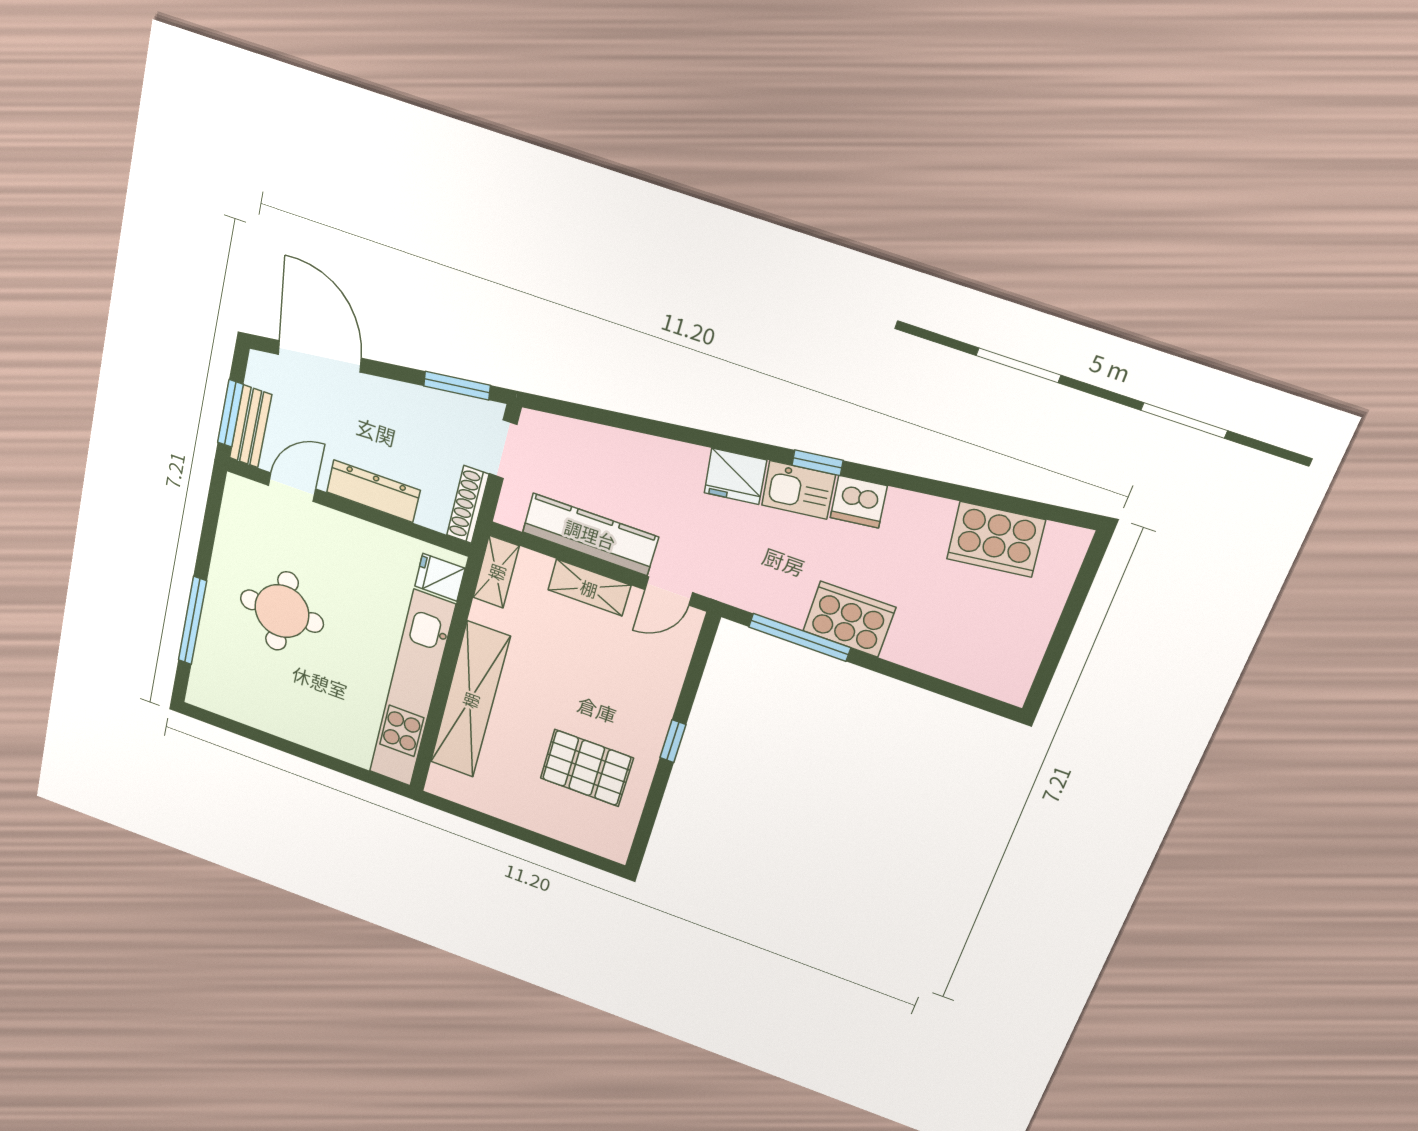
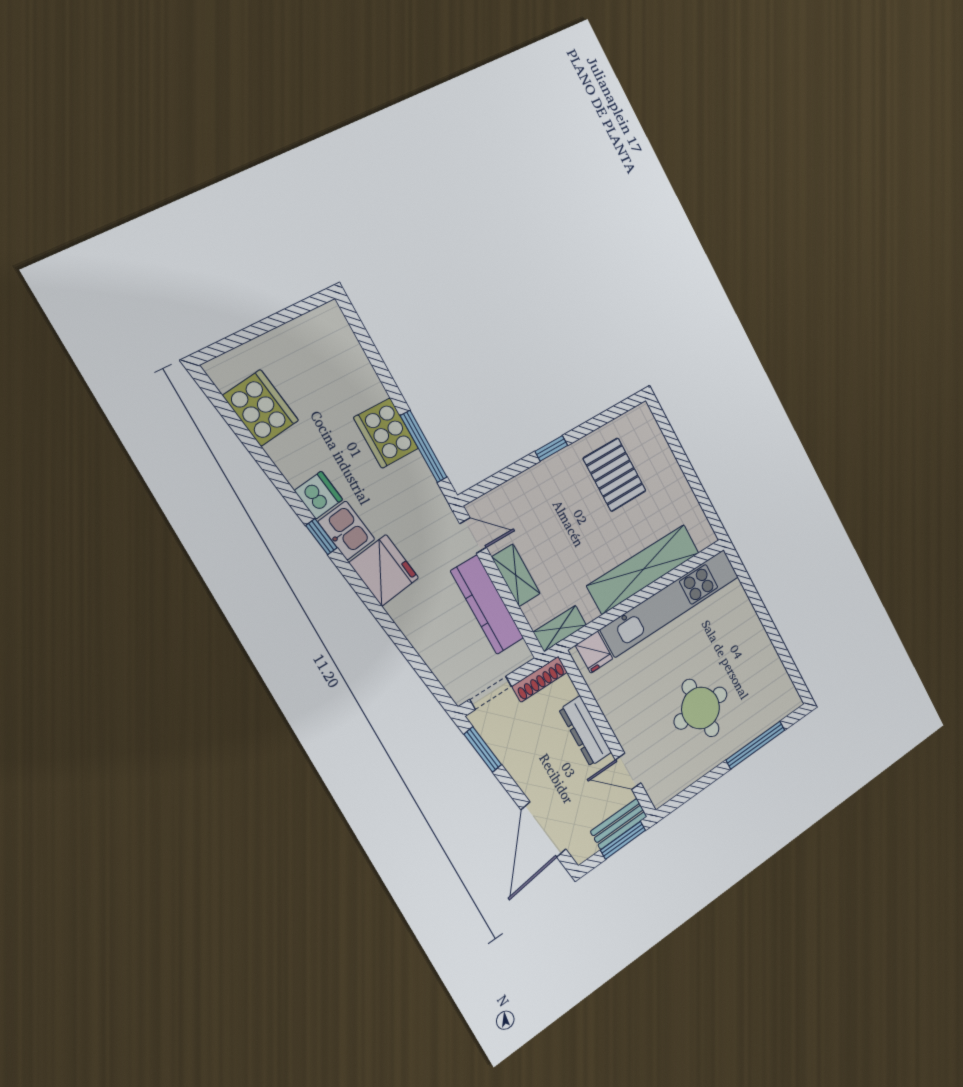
fridge: (735, 476) -> (384, 570), width x1.36, depth x1.34

